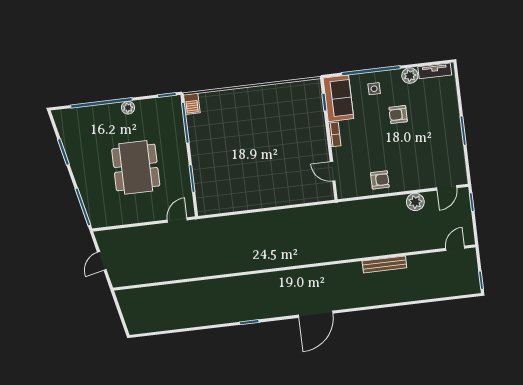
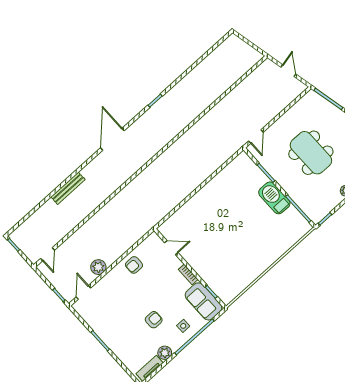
barbecue: (192, 104) -> (274, 198), moved, width x1.88, depth x1.53
bench: (384, 264) -> (68, 188), moved

